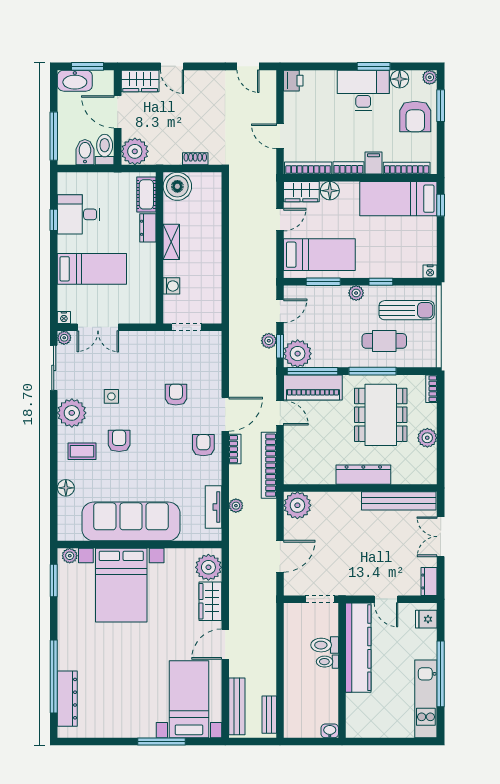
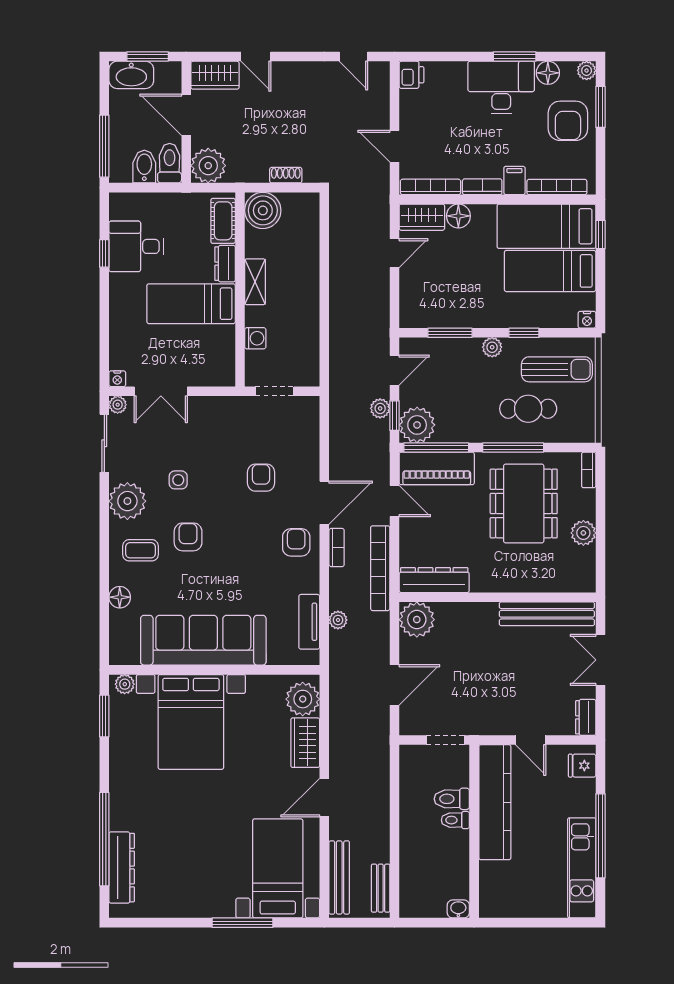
bed: (319, 255) -> (550, 271), moved, turned 180
bed: (92, 269) -> (191, 304), moved, turned 180
dresser: (363, 475) -> (434, 580), moved

